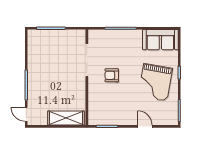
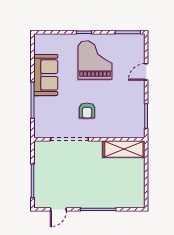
sofa: (160, 40) -> (46, 75), moved
grand piano: (155, 82) -> (95, 60), turned -100
door: (26, 114) -> (58, 209), moved
shelving: (66, 118) -> (124, 149), moved, turned 90

